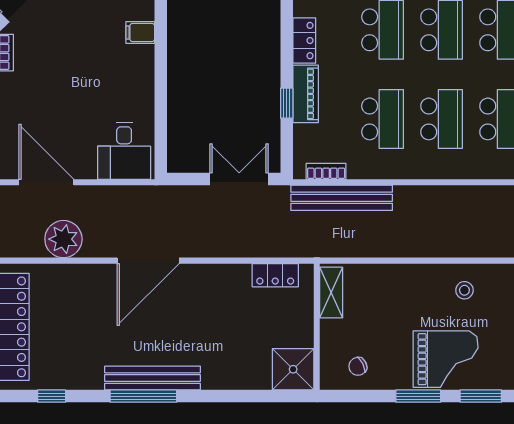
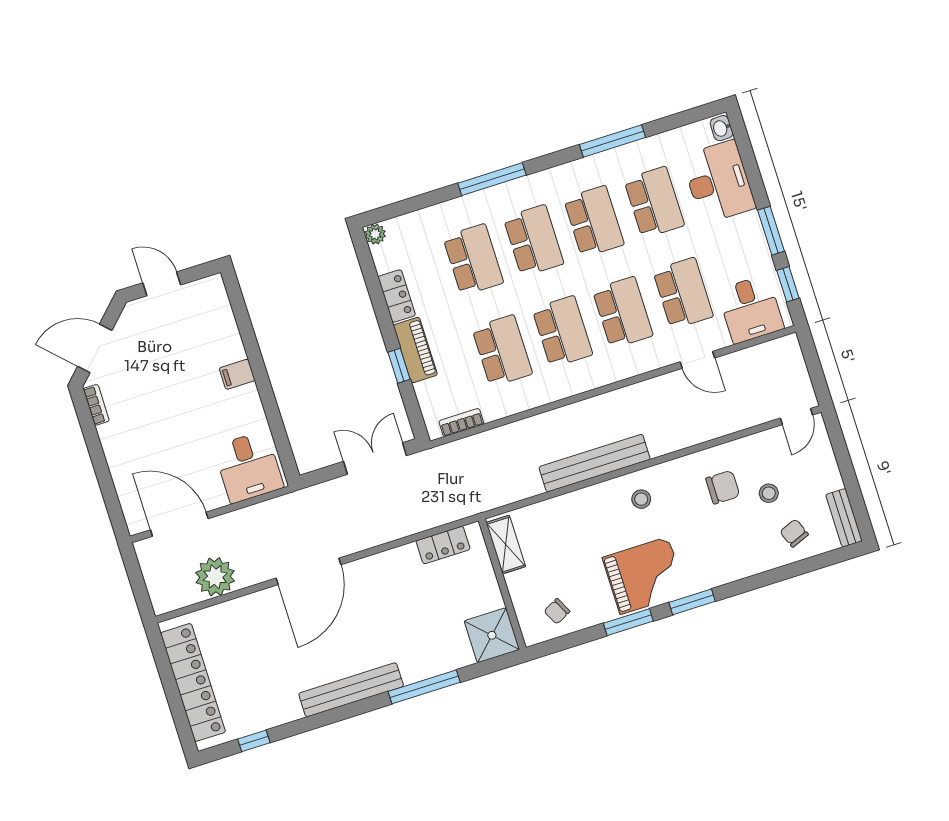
filing cabinet: (140, 33) -> (237, 374), moved
bench: (342, 198) -> (595, 463), moved
window: (143, 396) -> (424, 687), moved

